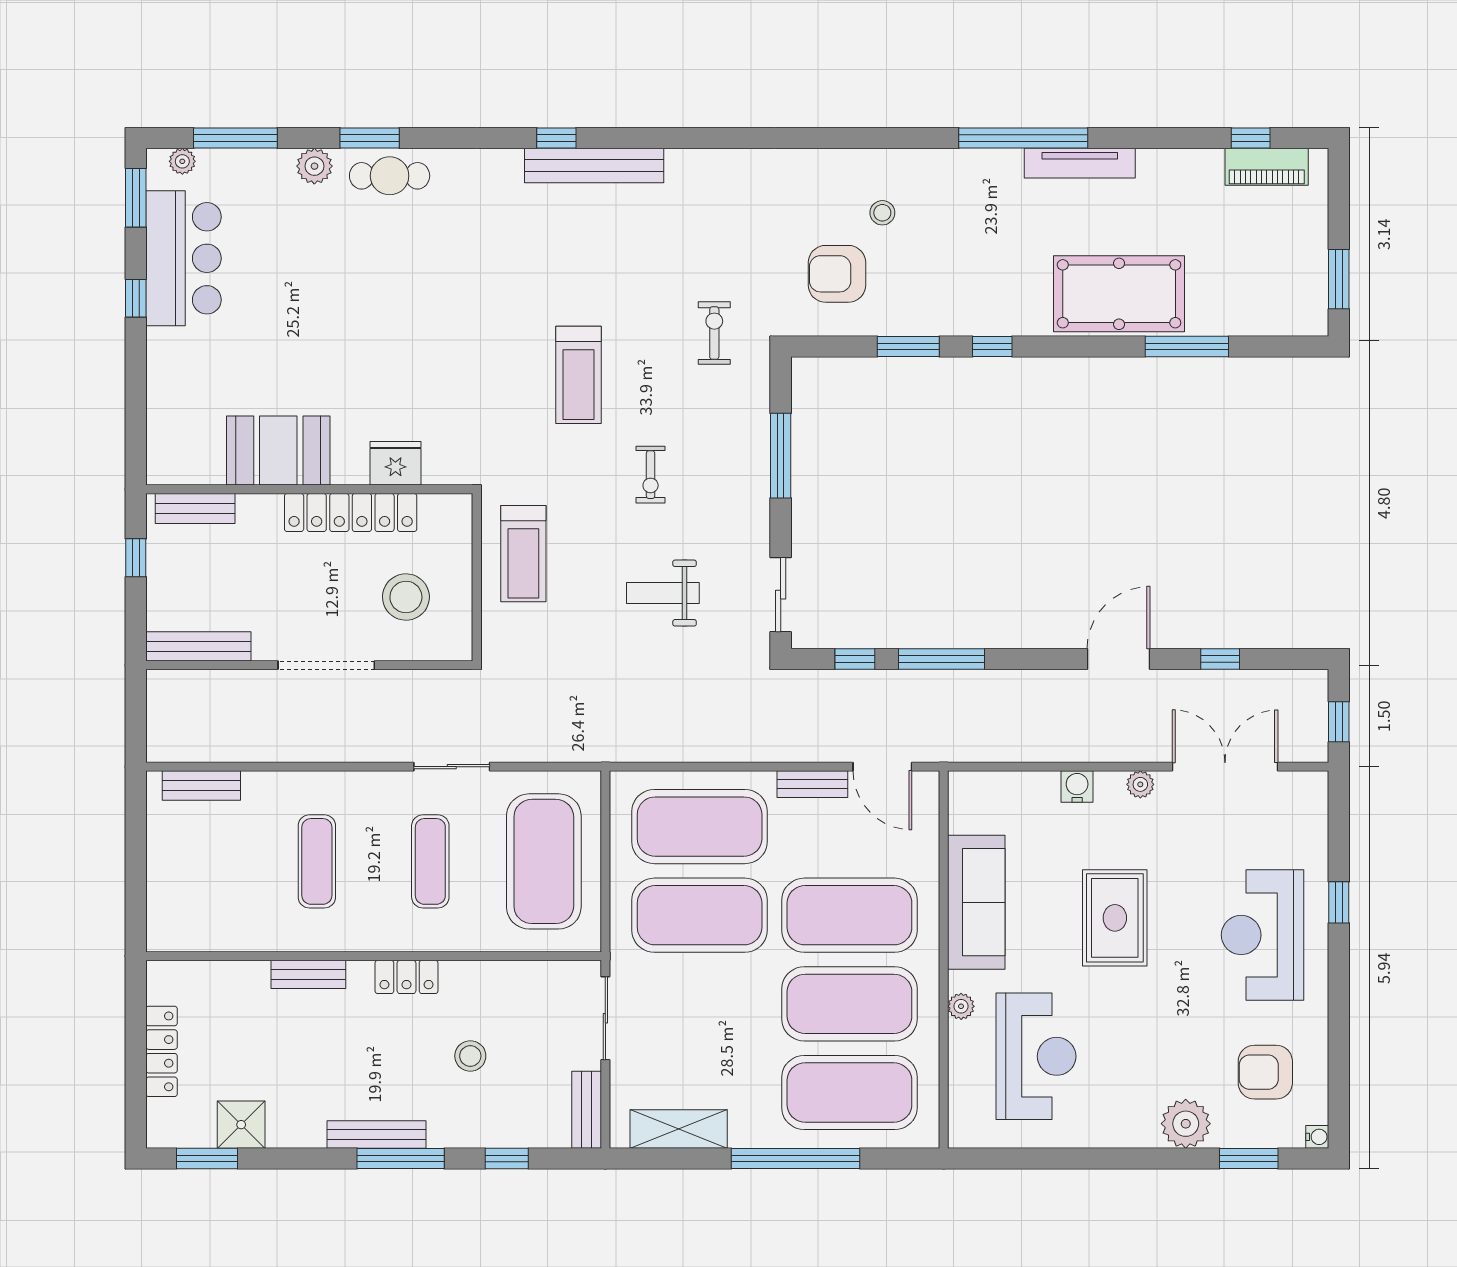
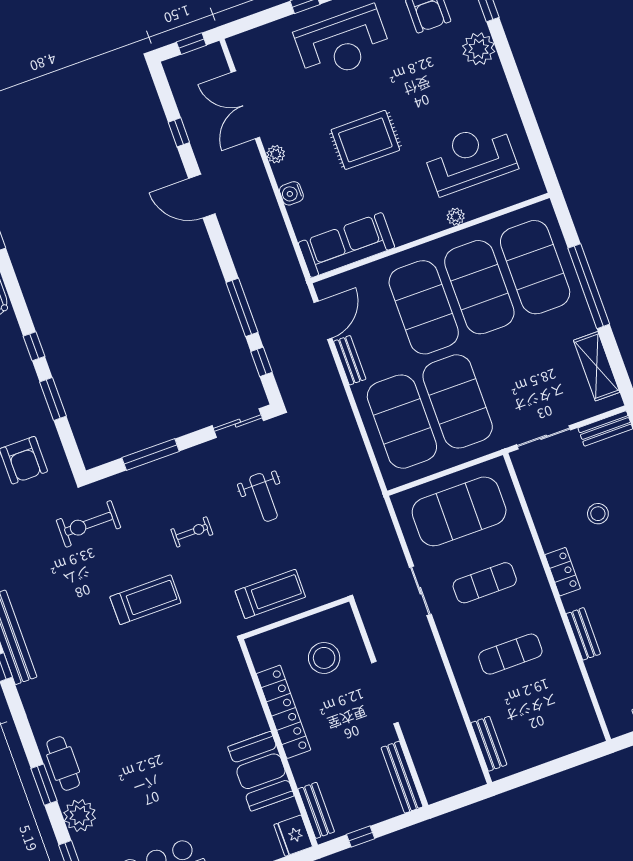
plant: (314, 166) -> (80, 815), width x1.36, depth x1.36
exercise bike: (714, 333) -> (88, 524), width x1.38, depth x1.39
fridge: (395, 463) -> (293, 836), moved
sofa: (976, 902) -> (346, 245), moved

